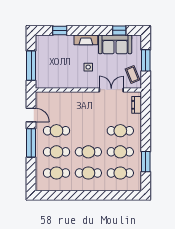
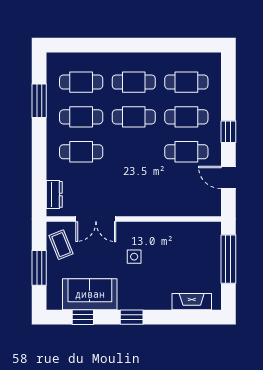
window: (60, 30) -> (132, 317), moved
fireplace: (86, 40) -> (192, 302), moved
window: (31, 143) -> (228, 132), width x0.46

